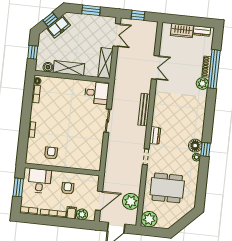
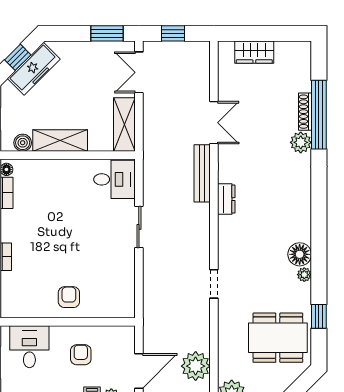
window: (91, 10) -> (107, 33), moved
freezer: (58, 27) -> (34, 69), width x1.40
dresser: (202, 31) -> (290, 49), removed
double door: (117, 35) -> (139, 72), swing flipped
bench: (144, 110) -> (202, 173), moved
dresser: (155, 136) -> (226, 199), moved
window: (205, 149) -> (319, 316), moved
armchair: (51, 153) -> (69, 297), moved
dining table: (167, 188) -> (278, 338), moved

